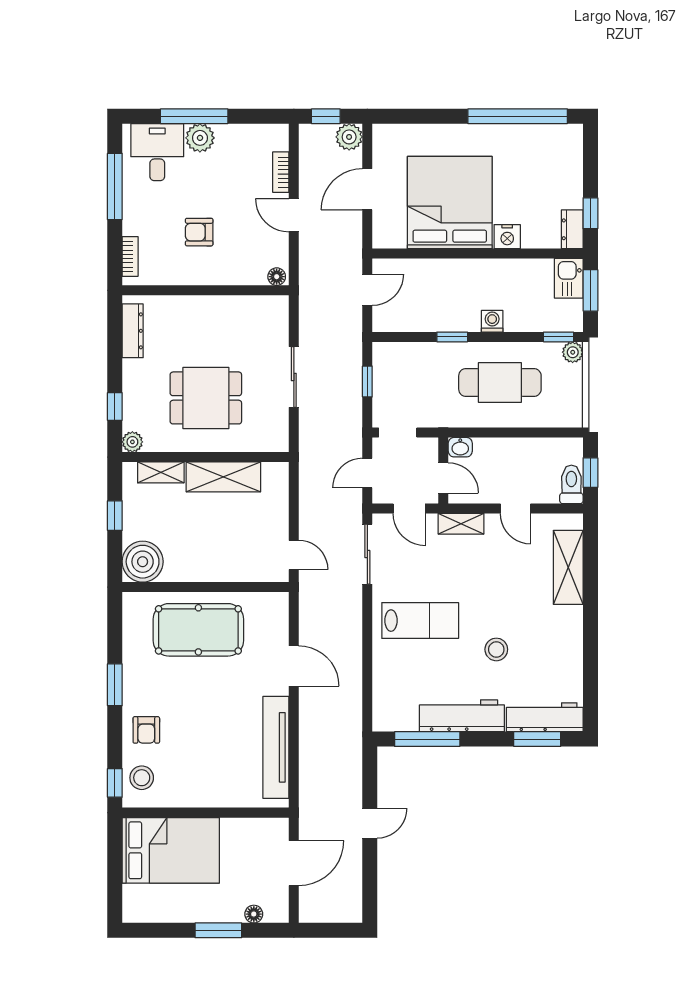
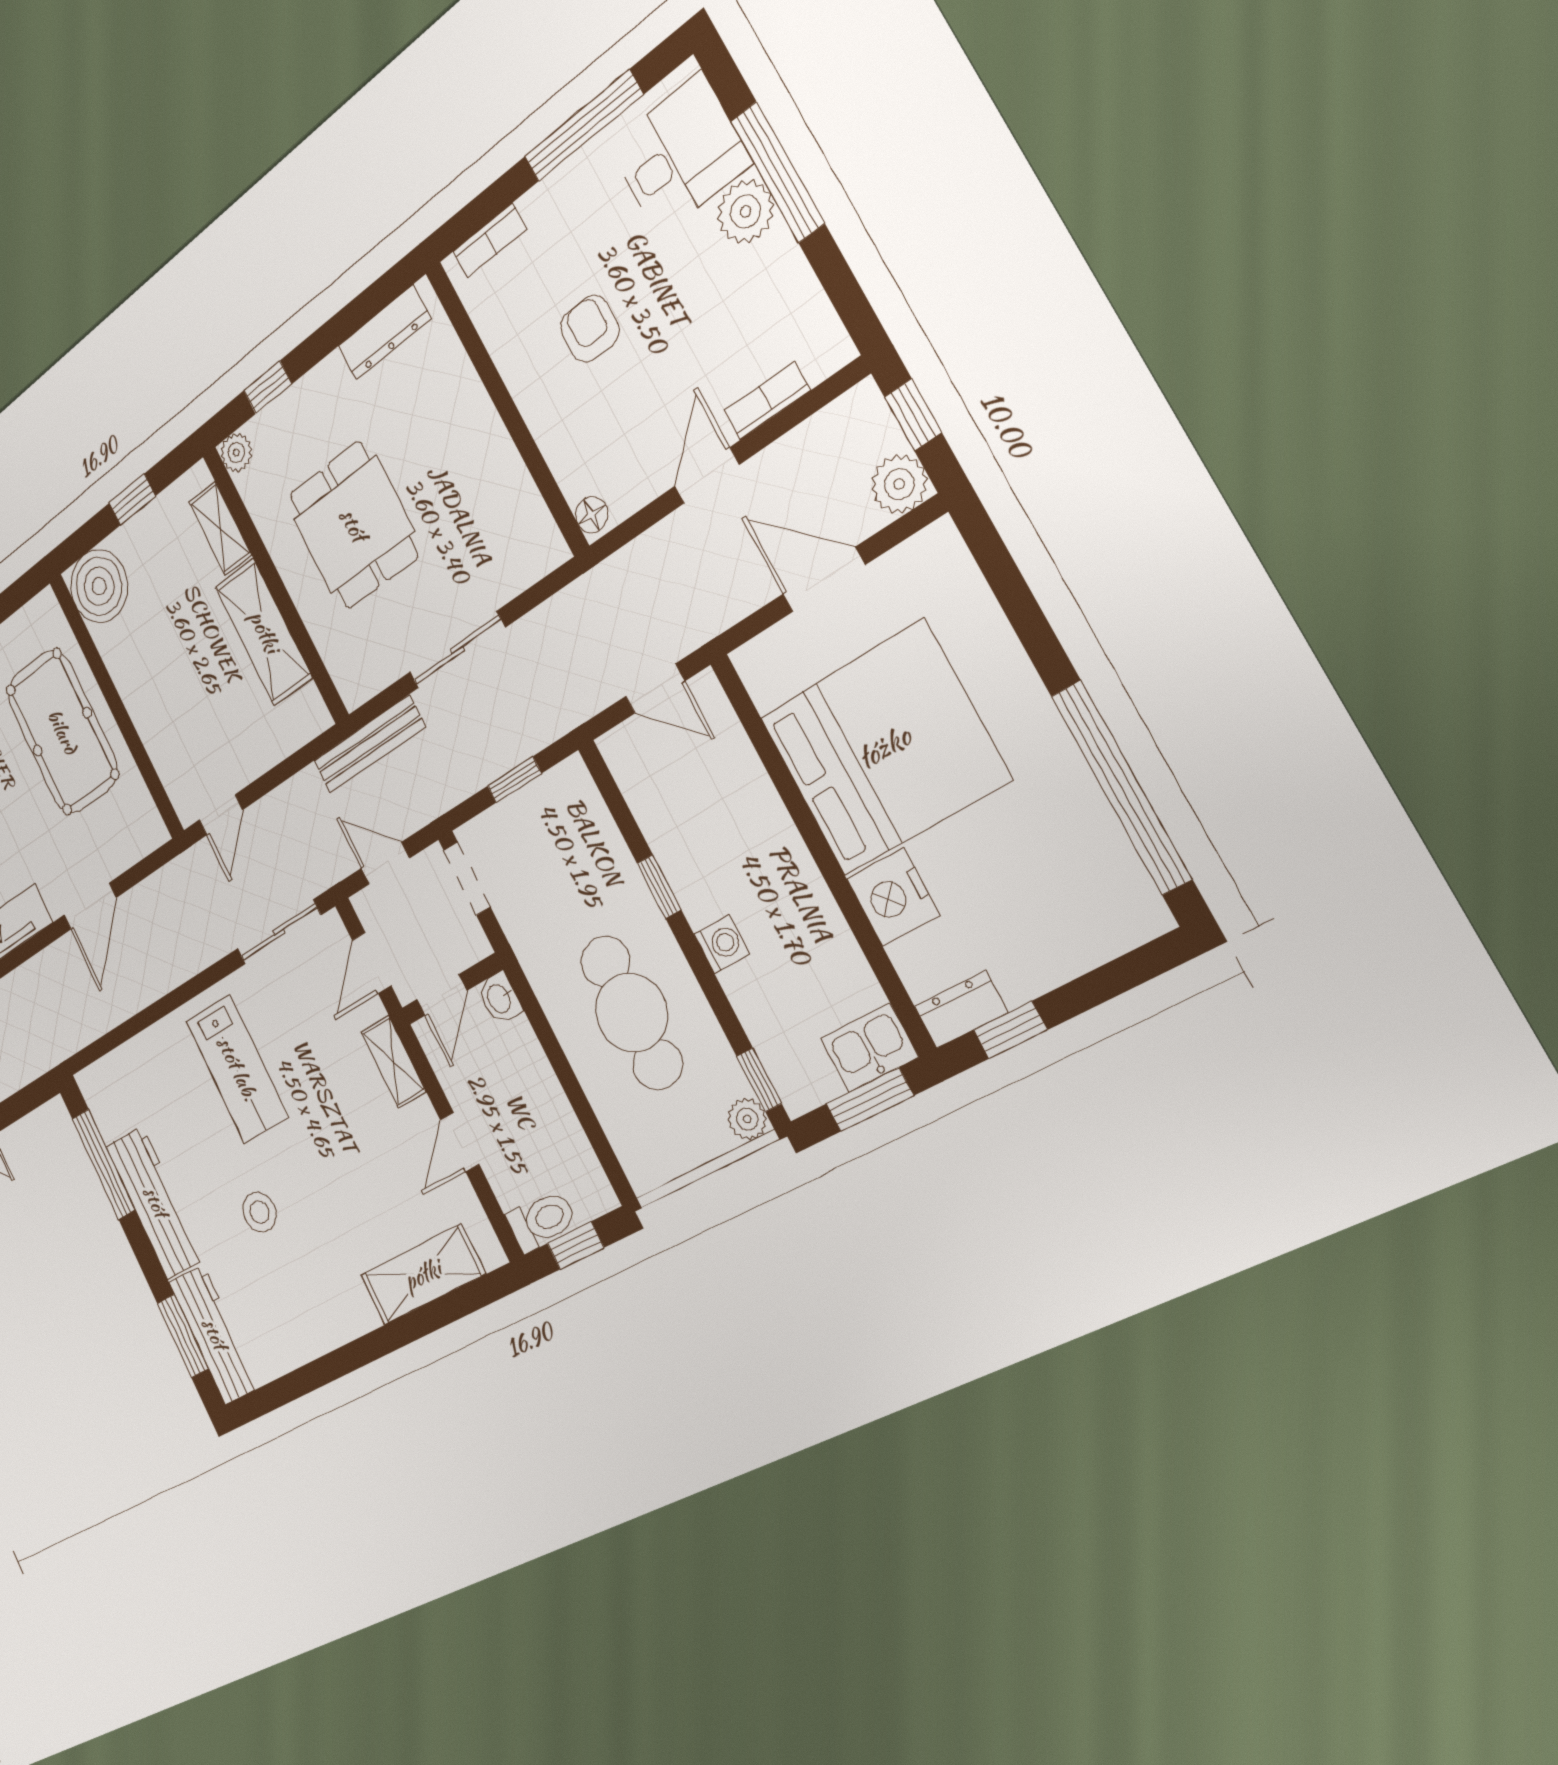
nightstand: (507, 237) -> (893, 897), width x1.36, depth x1.33
bench: (309, 449) -> (369, 744), added

